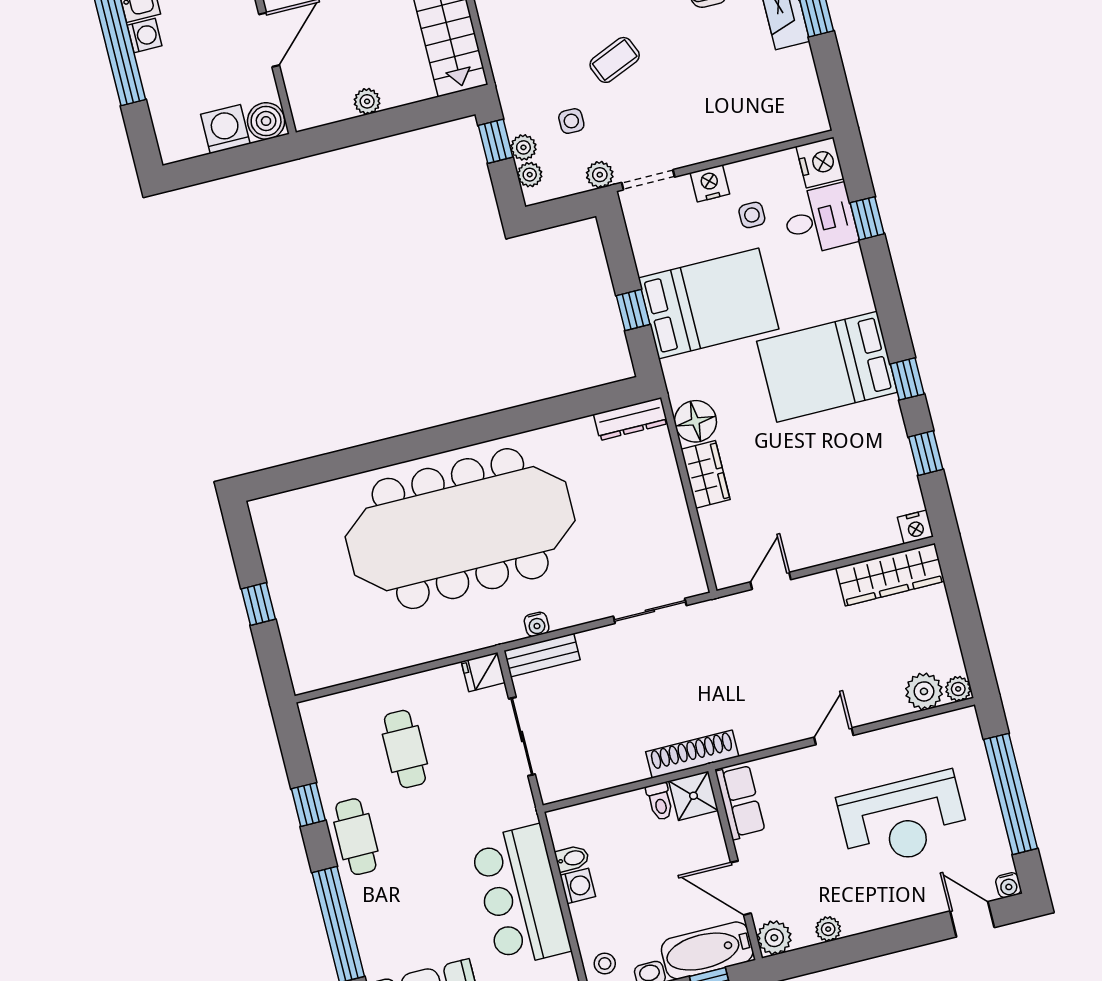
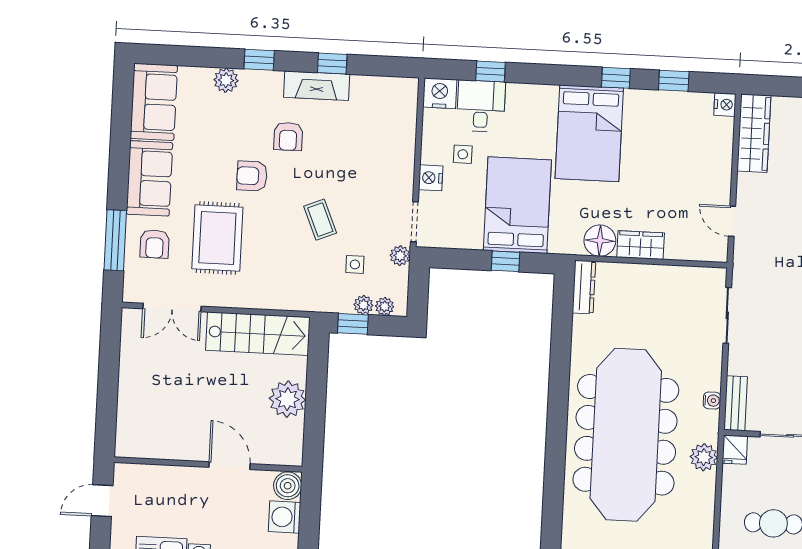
plant: (367, 101) -> (287, 399), width x1.87, depth x1.87
plant: (462, 636) -> (704, 457), added

